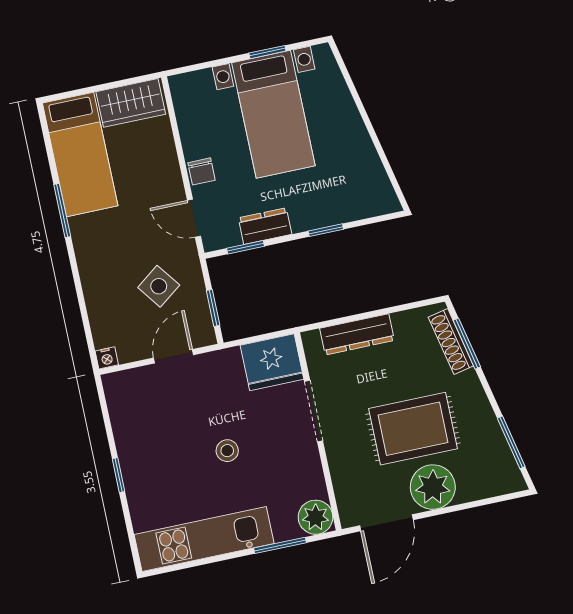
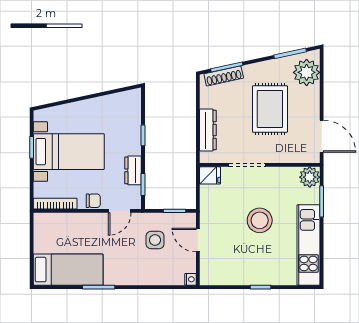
wardrobe: (131, 103) -> (44, 234), removed
bookcase: (184, 110) -> (55, 204), added
side table: (159, 286) -> (155, 240), turned 37
fridge: (272, 362) -> (210, 175), width x0.53, depth x0.75
stool: (227, 451) -> (260, 220), width x1.89, depth x1.89
plant: (433, 487) -> (307, 72), moved

